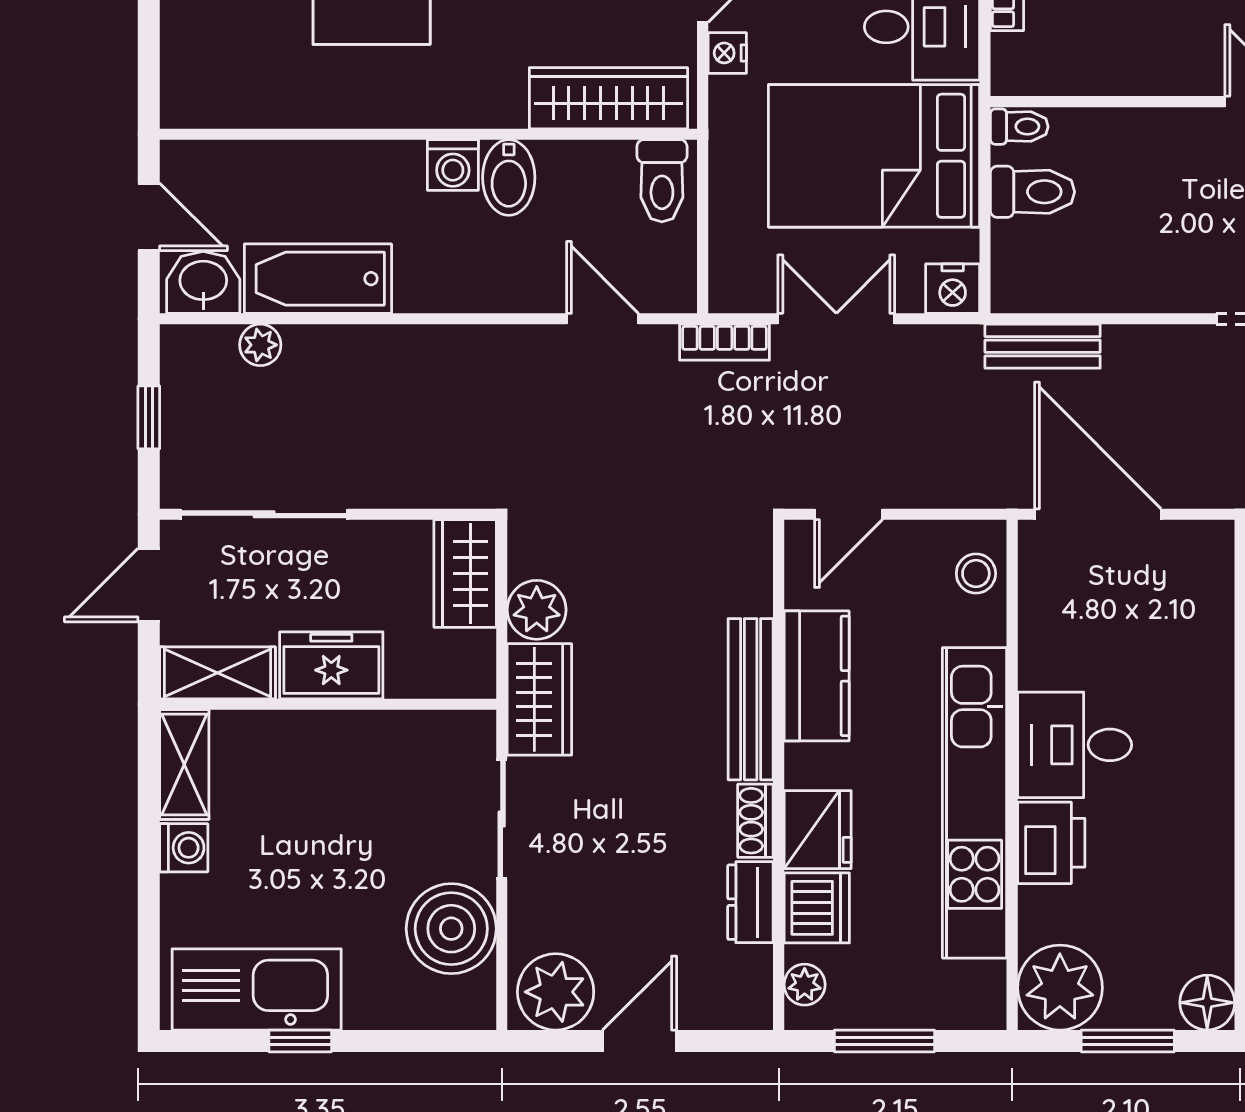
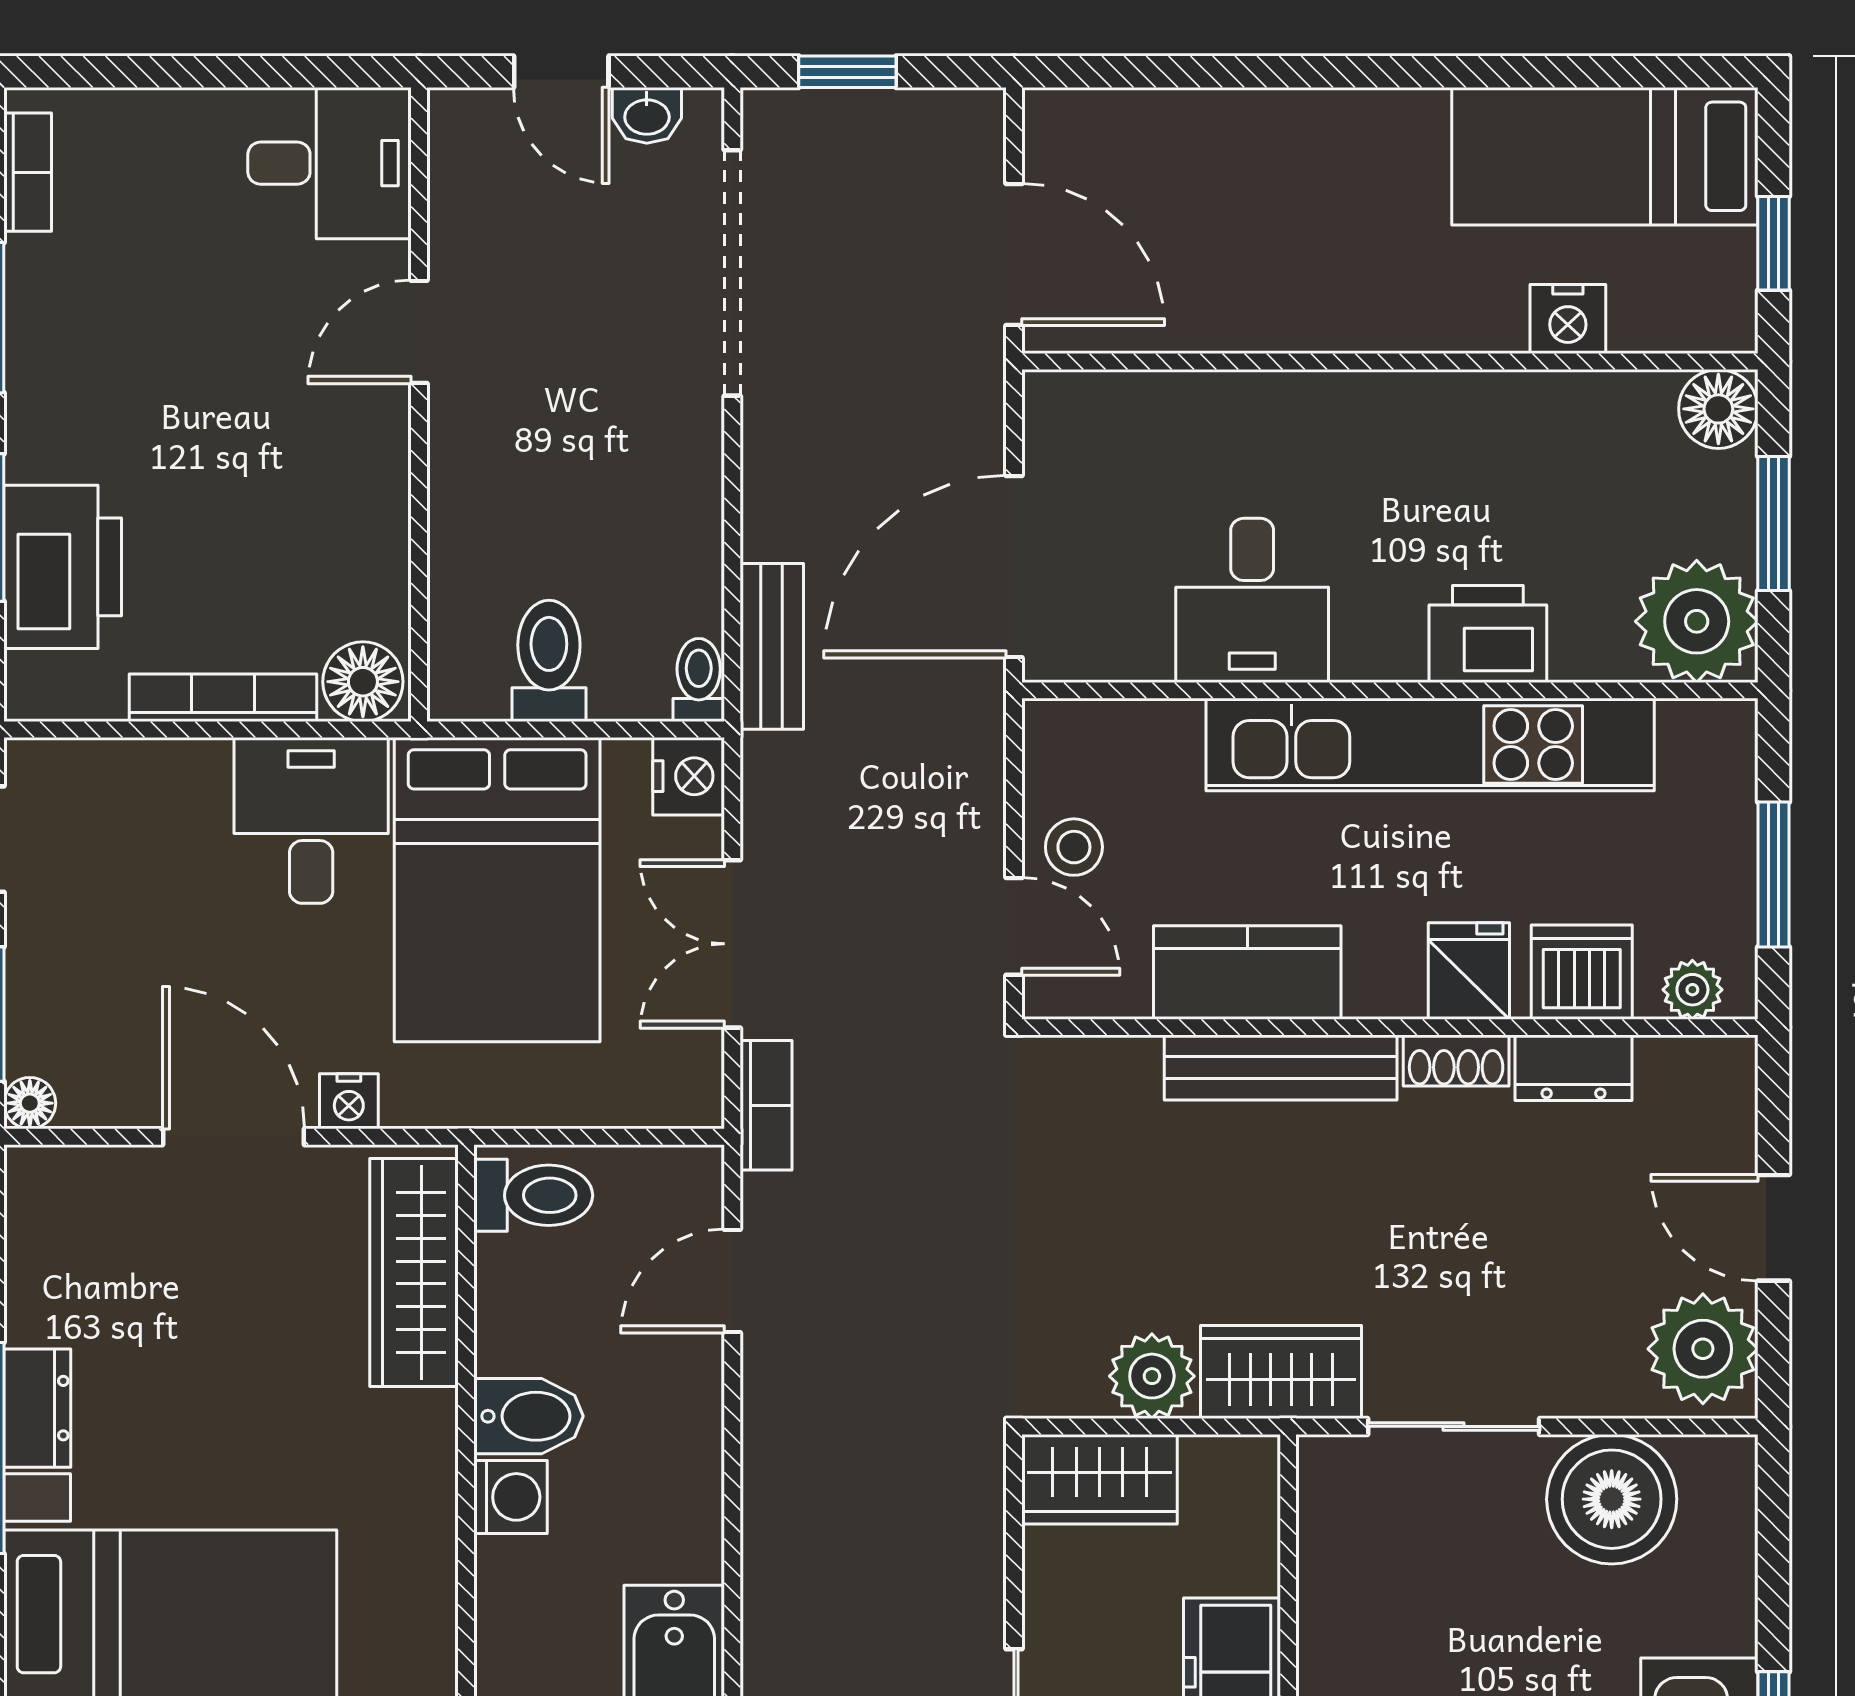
floor lamp: (1018, 63) -> (363, 682), added
toilet: (1019, 127) -> (699, 680), moved
stool: (976, 574) -> (1074, 847), moved
desk: (1075, 745) -> (1252, 600), moved
fridge: (818, 830) -> (1469, 971), width x0.72

